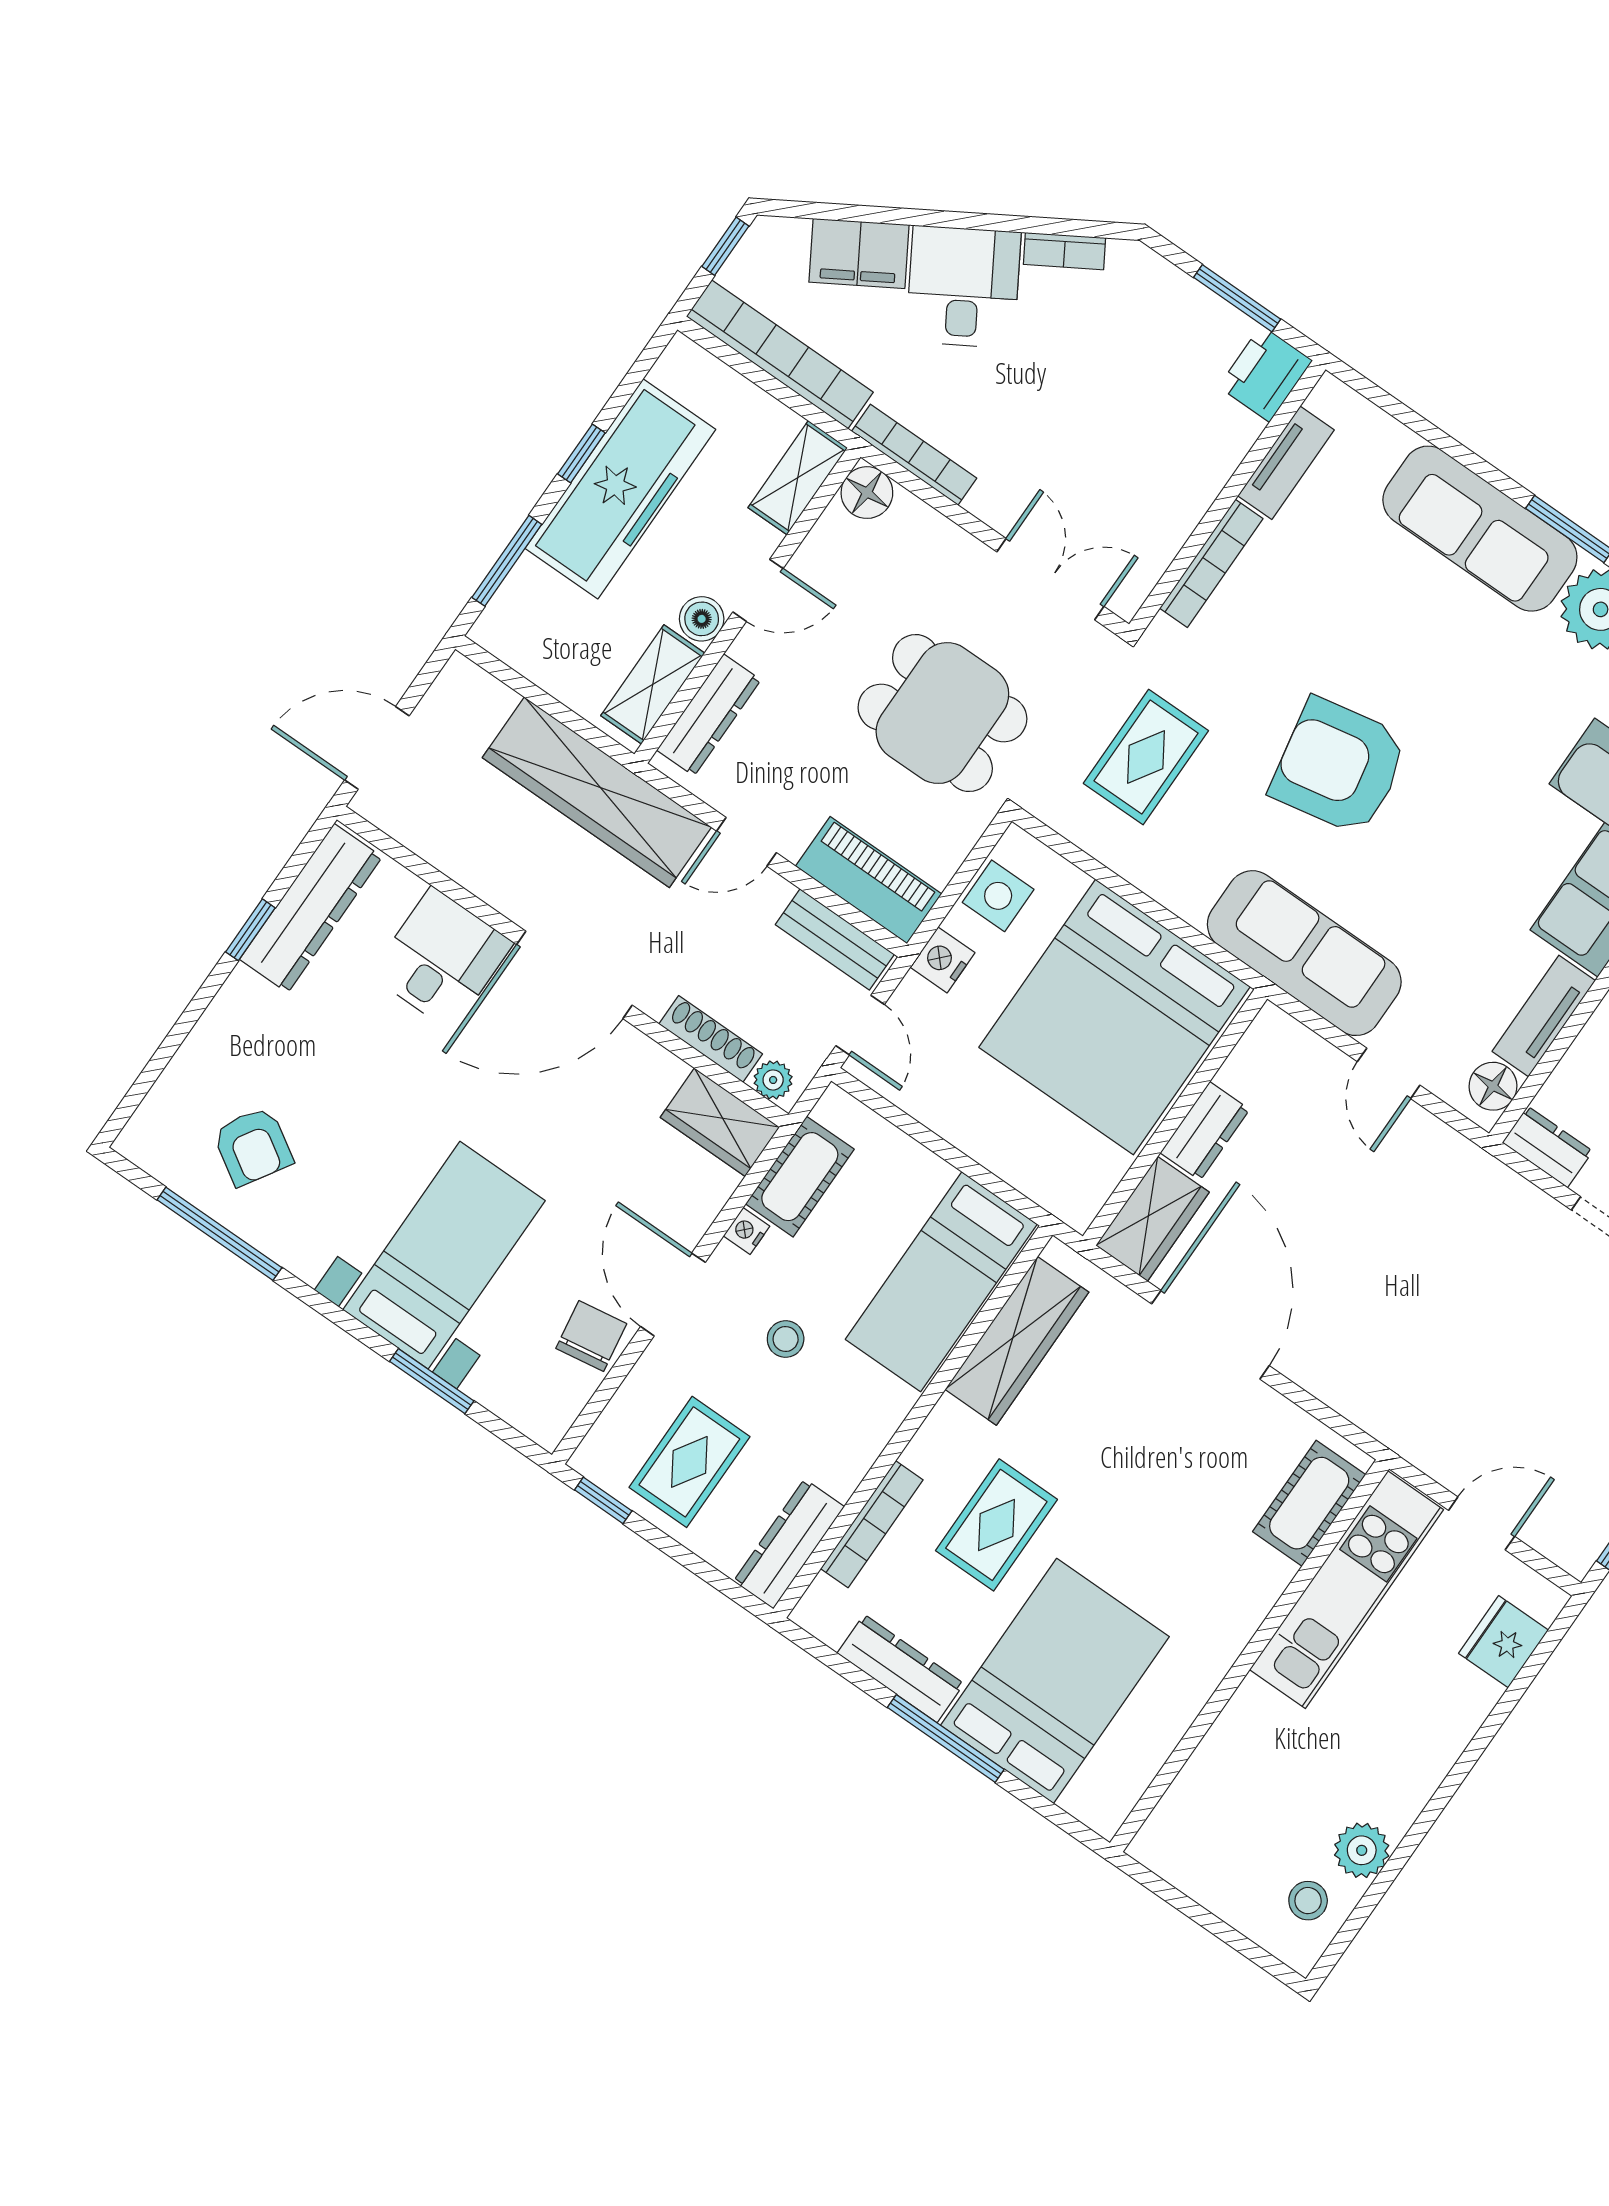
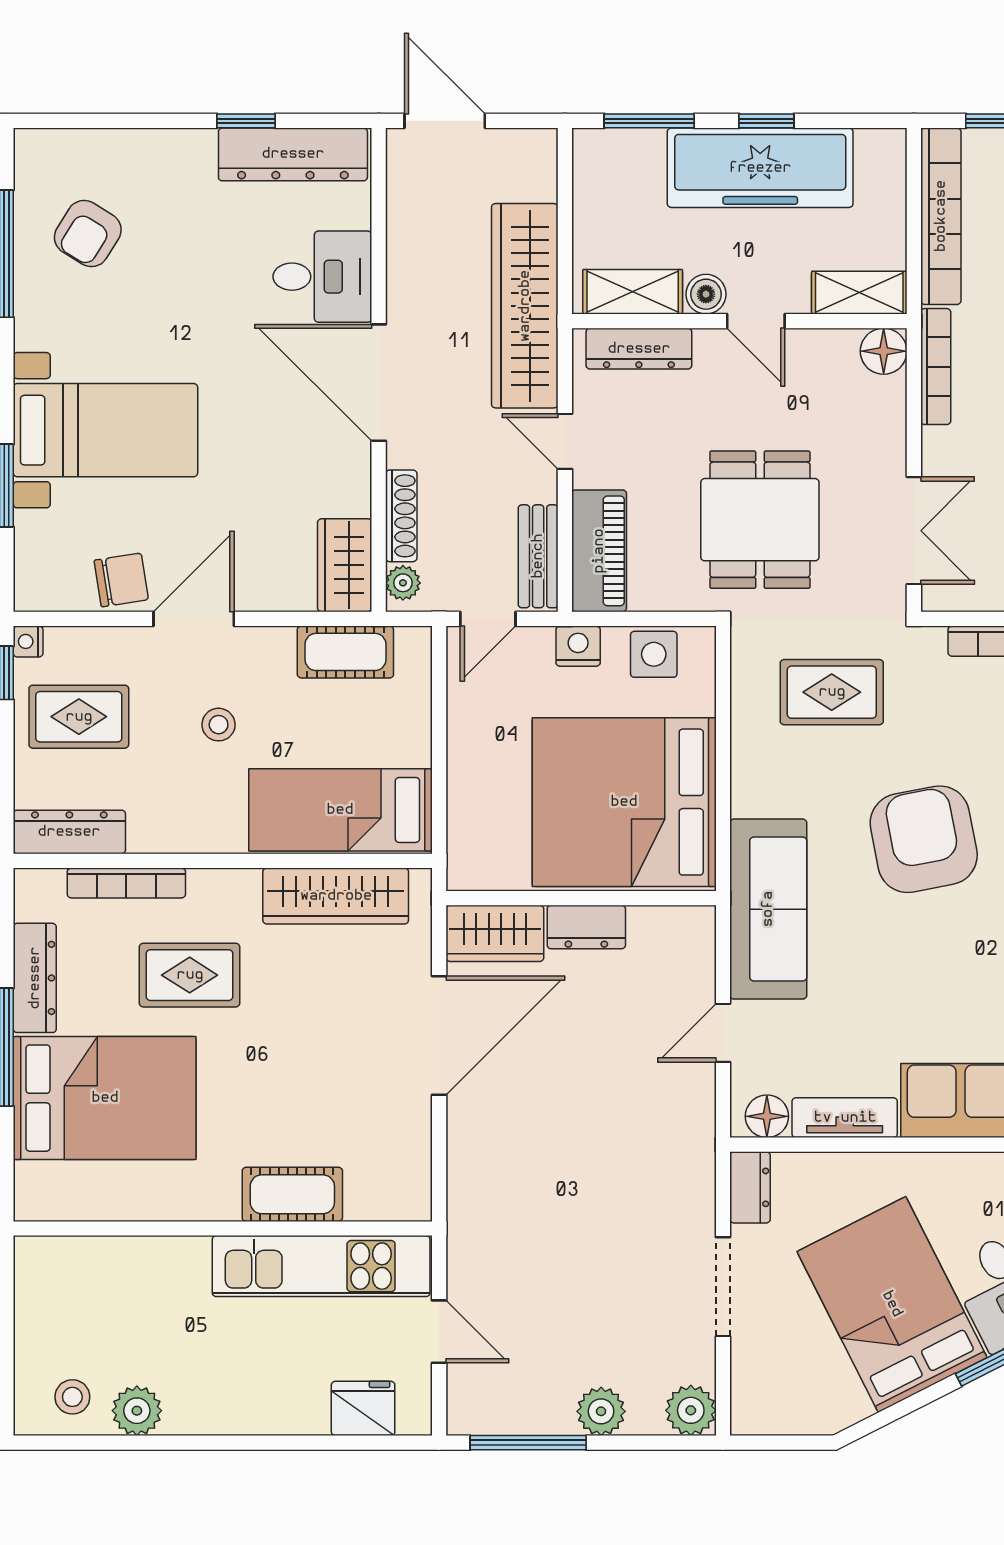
nightstand: (747, 1231) -> (28, 641), moved, turned -90
cot: (1309, 1503) -> (292, 1194), moved

